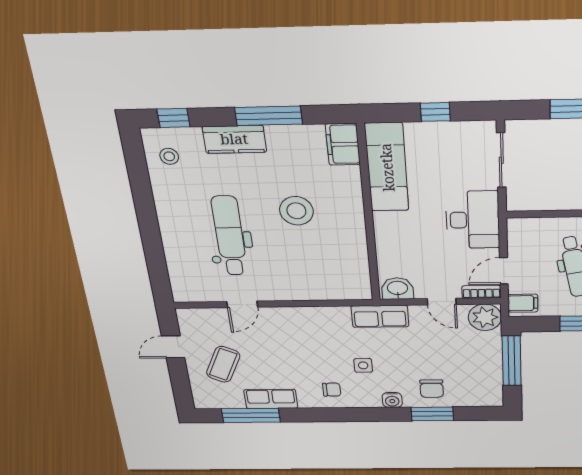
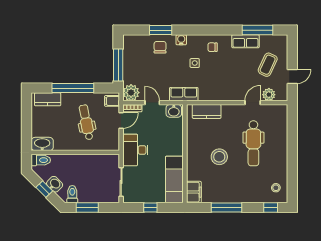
kitchen counter: (234, 139) -> (207, 111), moved, turned 180
plant: (213, 318) -> (269, 95), added

